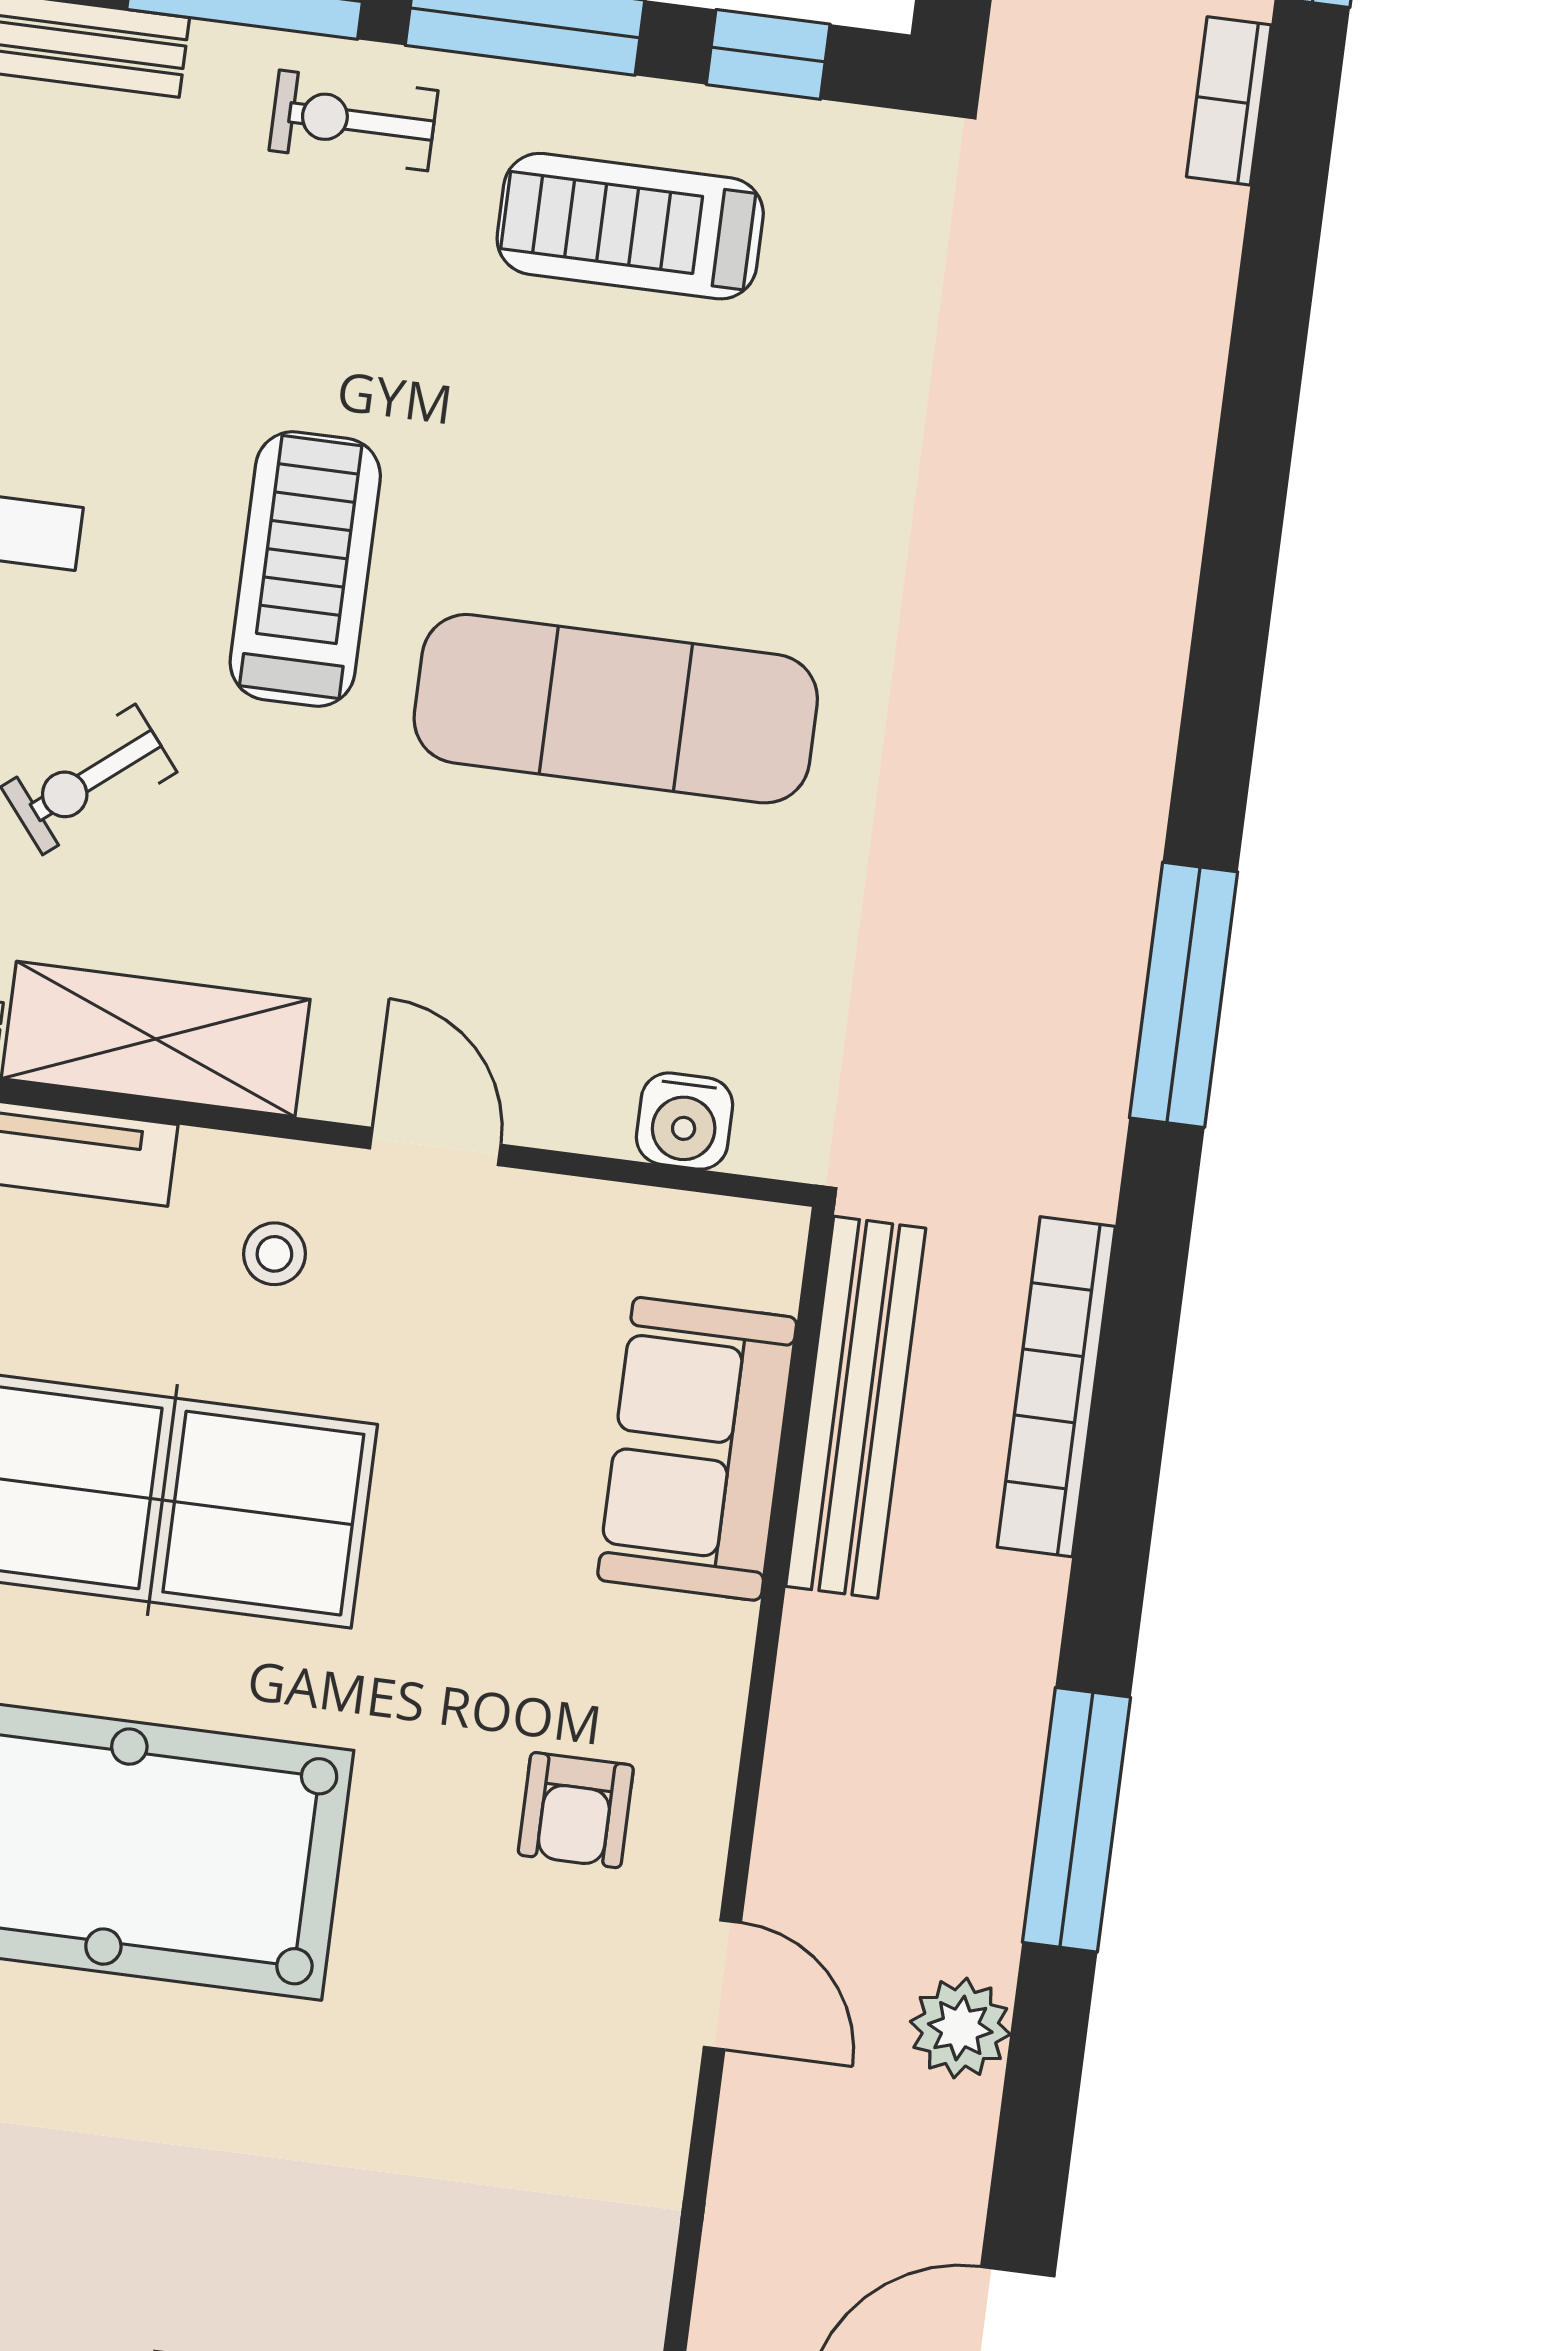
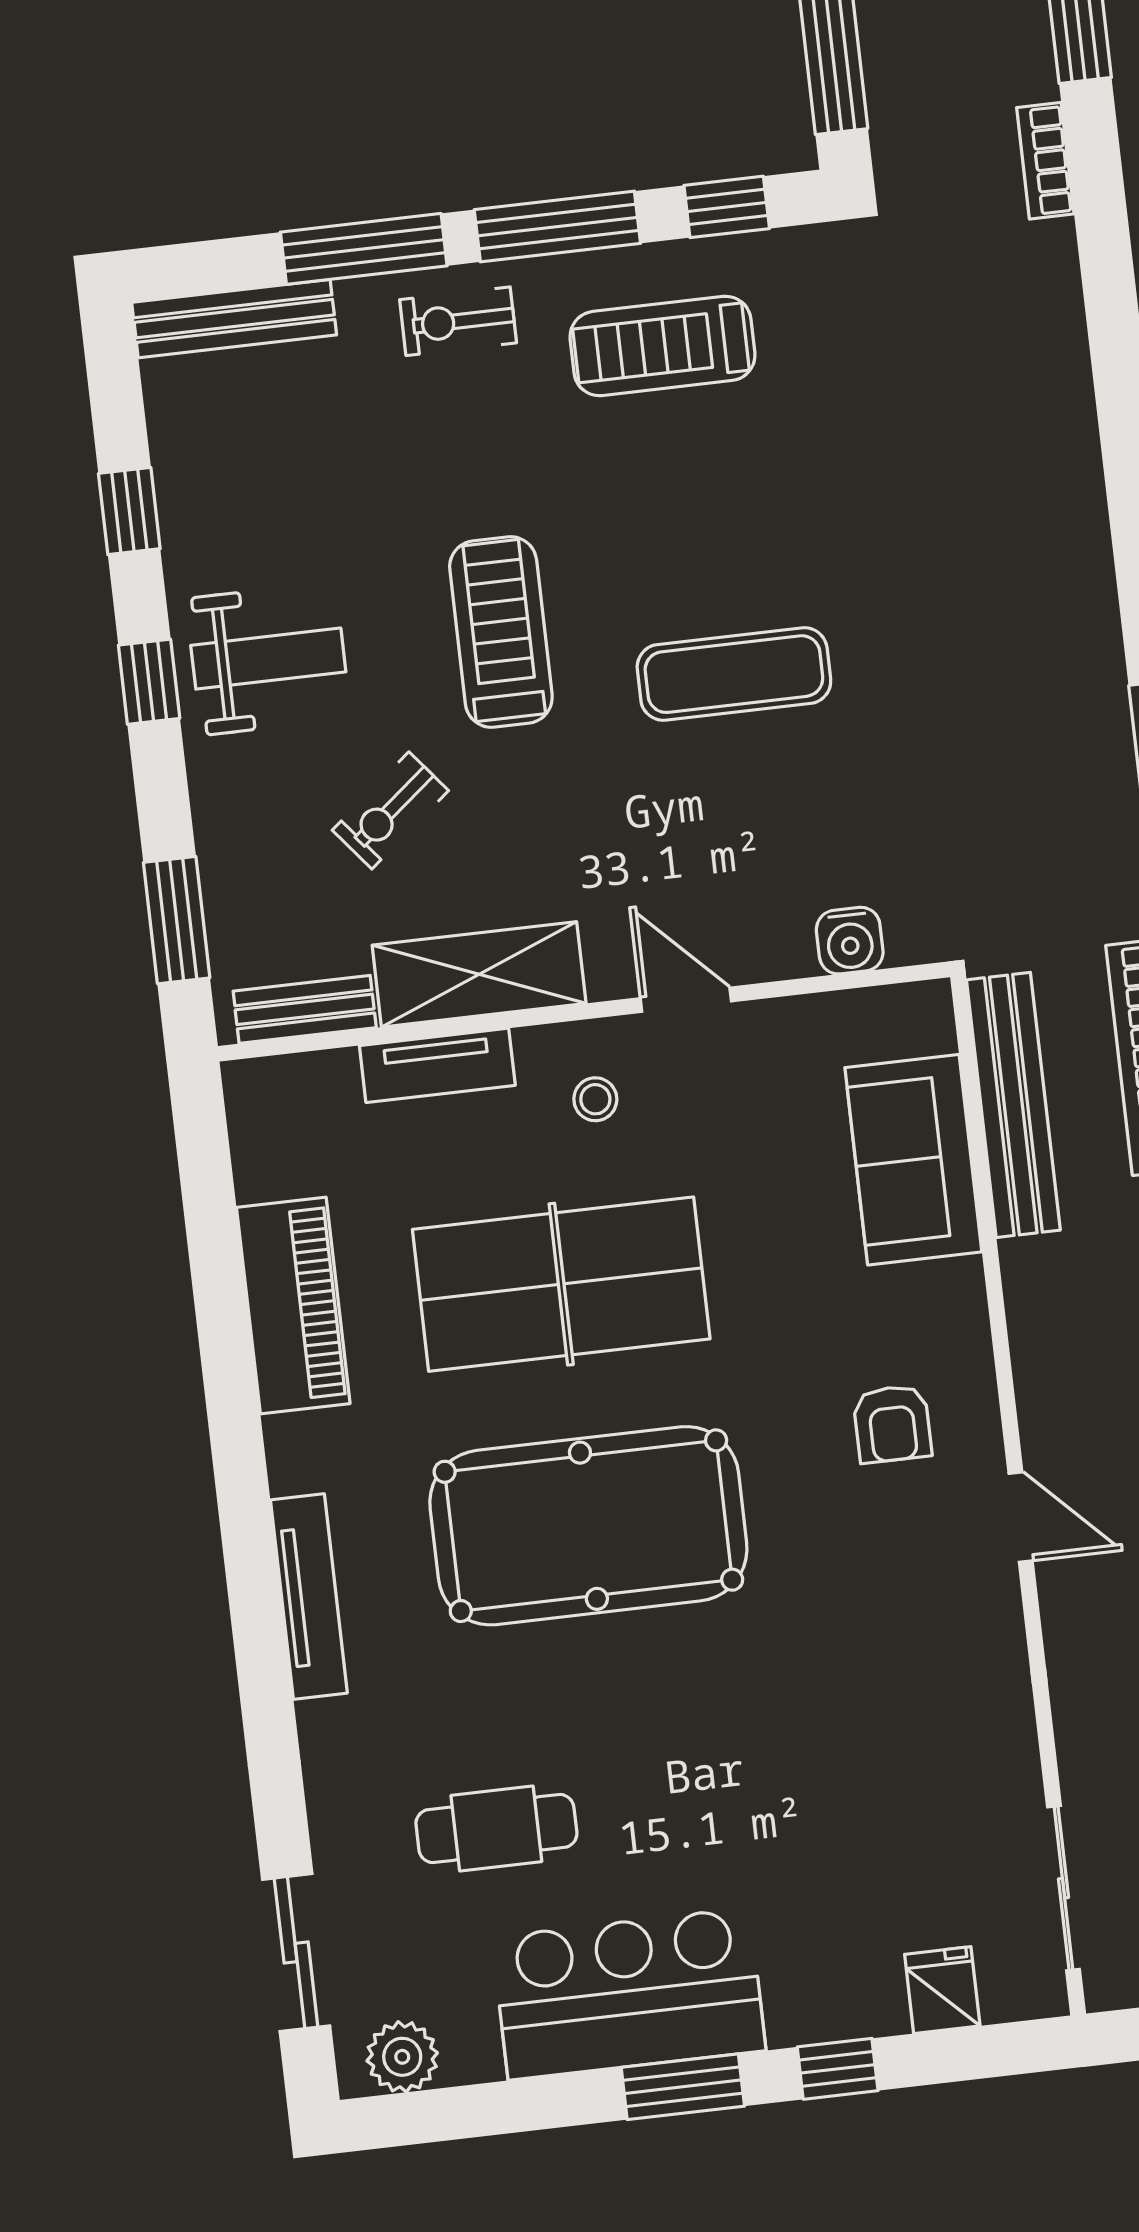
exercise mat: (616, 709) -> (734, 674), width x0.73, depth x0.69

